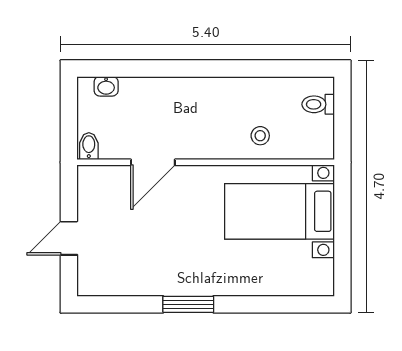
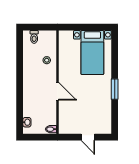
door: (153, 162) -> (57, 91), moved
bed with nightstands: (279, 211) -> (92, 52), moved

